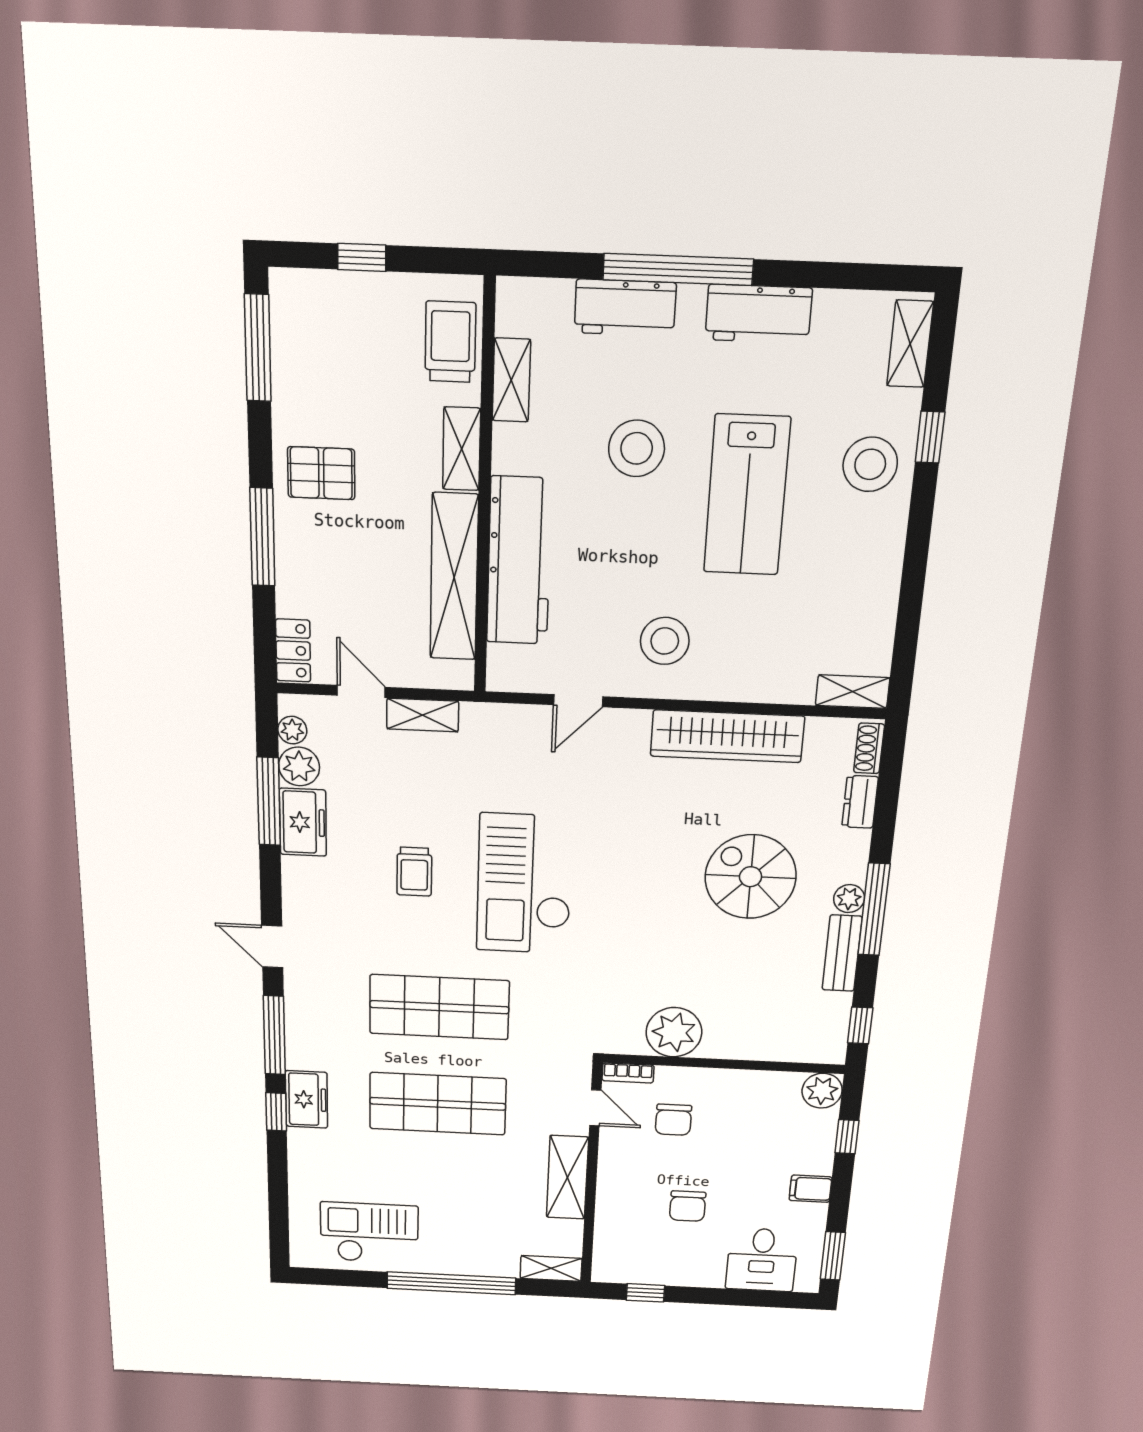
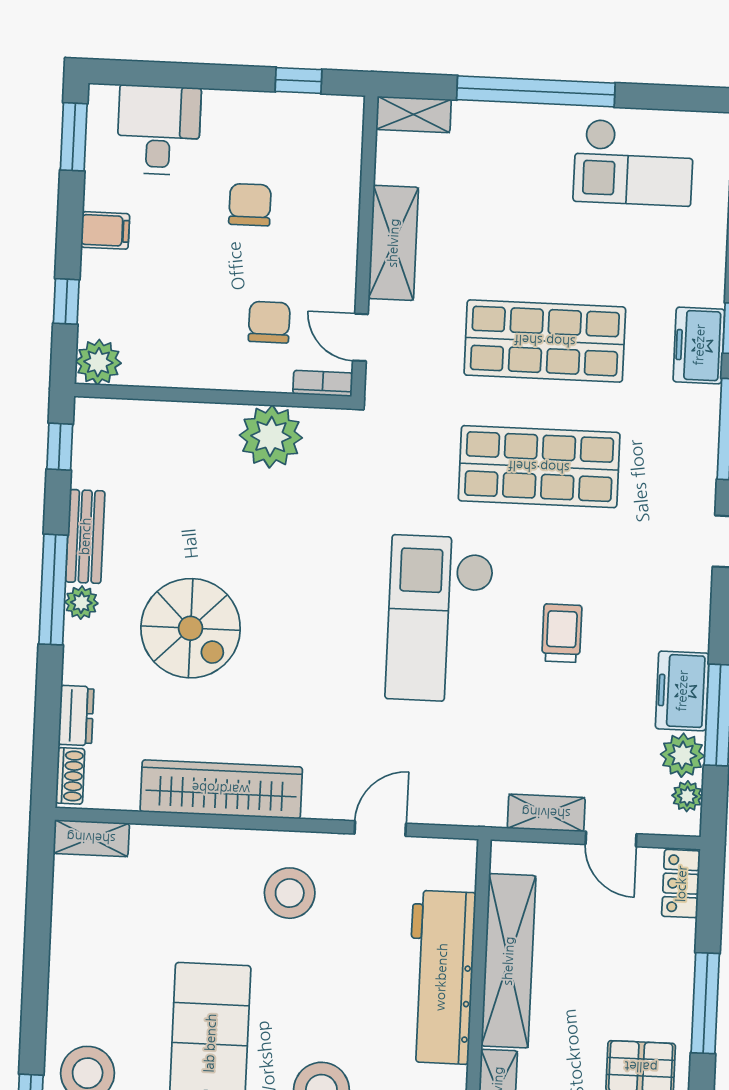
checkout: (525, 884) -> (440, 619), turned 180

